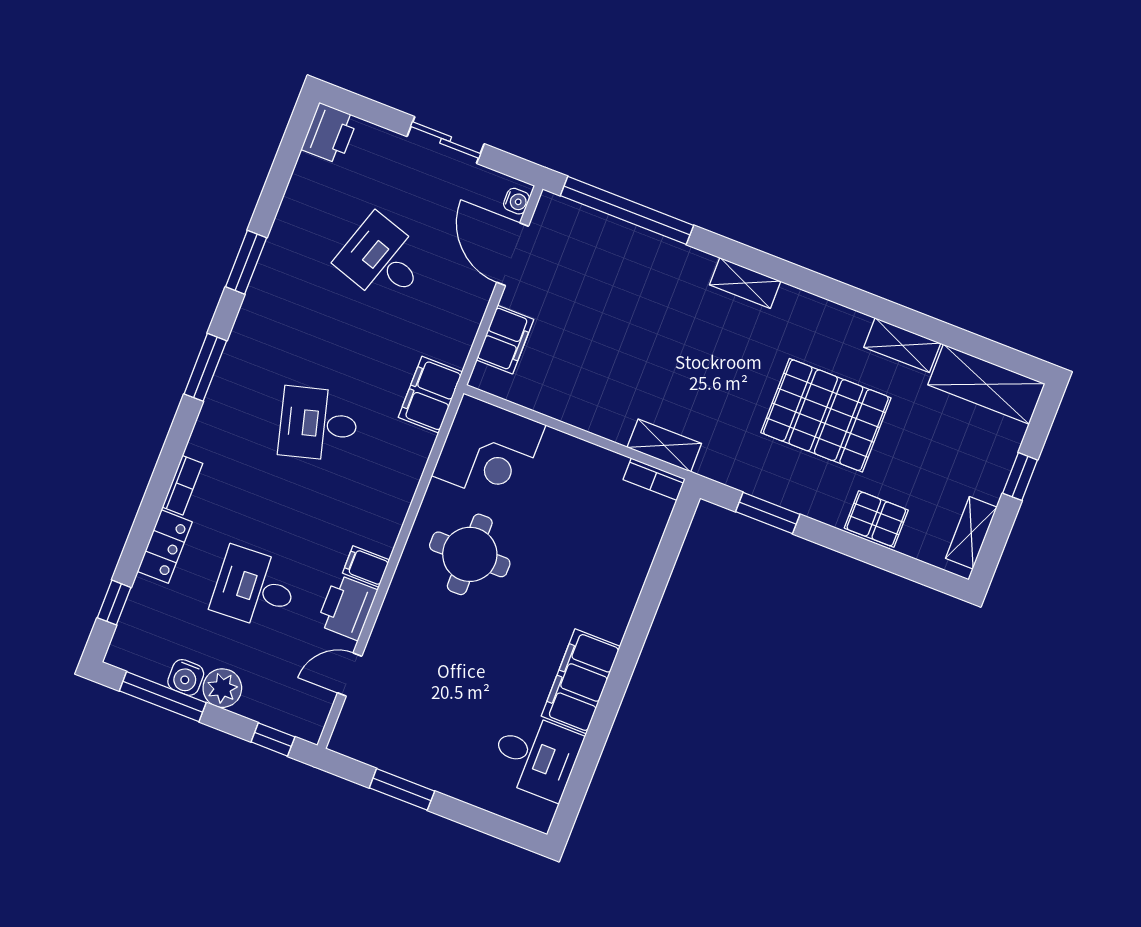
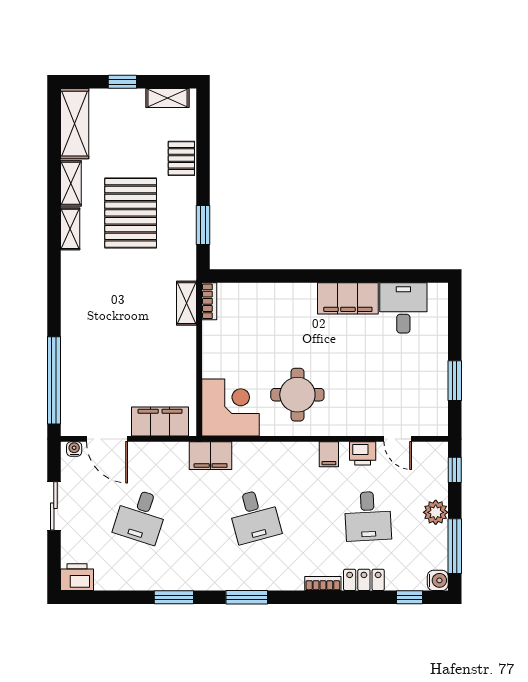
door: (513, 254) -> (107, 439), hinge flipped
shelving: (745, 283) -> (70, 229), moved
filing cabinet: (505, 340) -> (160, 422), width x1.50, depth x1.17
printer: (347, 607) -> (363, 453), width x0.73, depth x0.81
water cooler: (186, 677) -> (438, 580), moved

